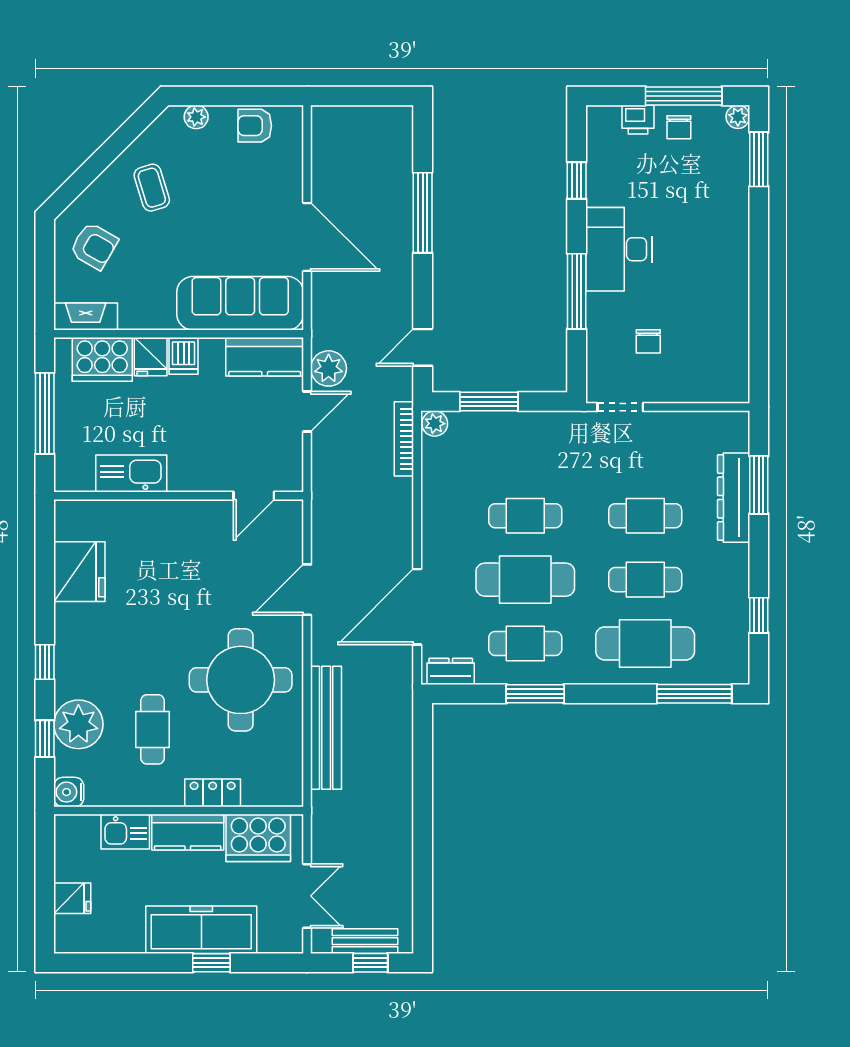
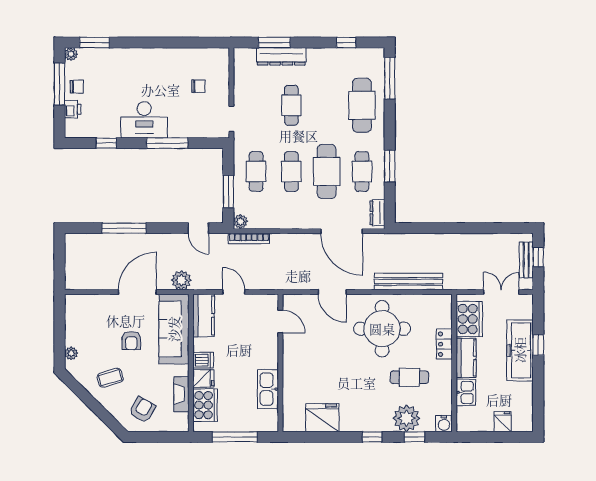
armchair: (255, 126) -> (131, 341), moved
fireplace: (86, 317) -> (181, 394), moved
chair: (648, 341) -> (198, 86), moved
plant: (329, 368) -> (181, 280), moved
cafe table: (645, 580) -> (256, 171), moved

